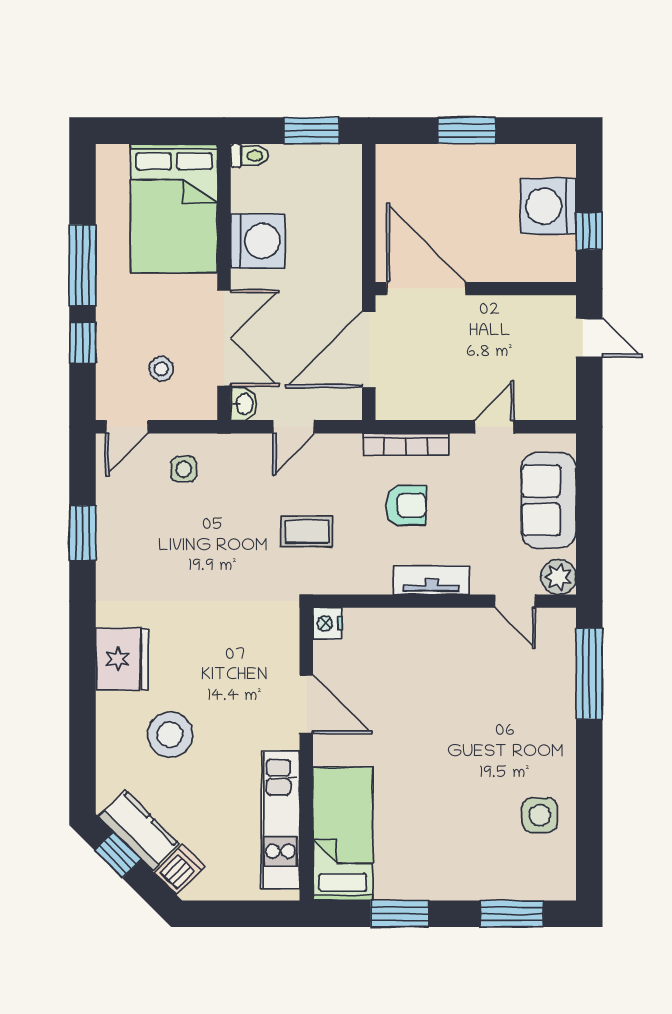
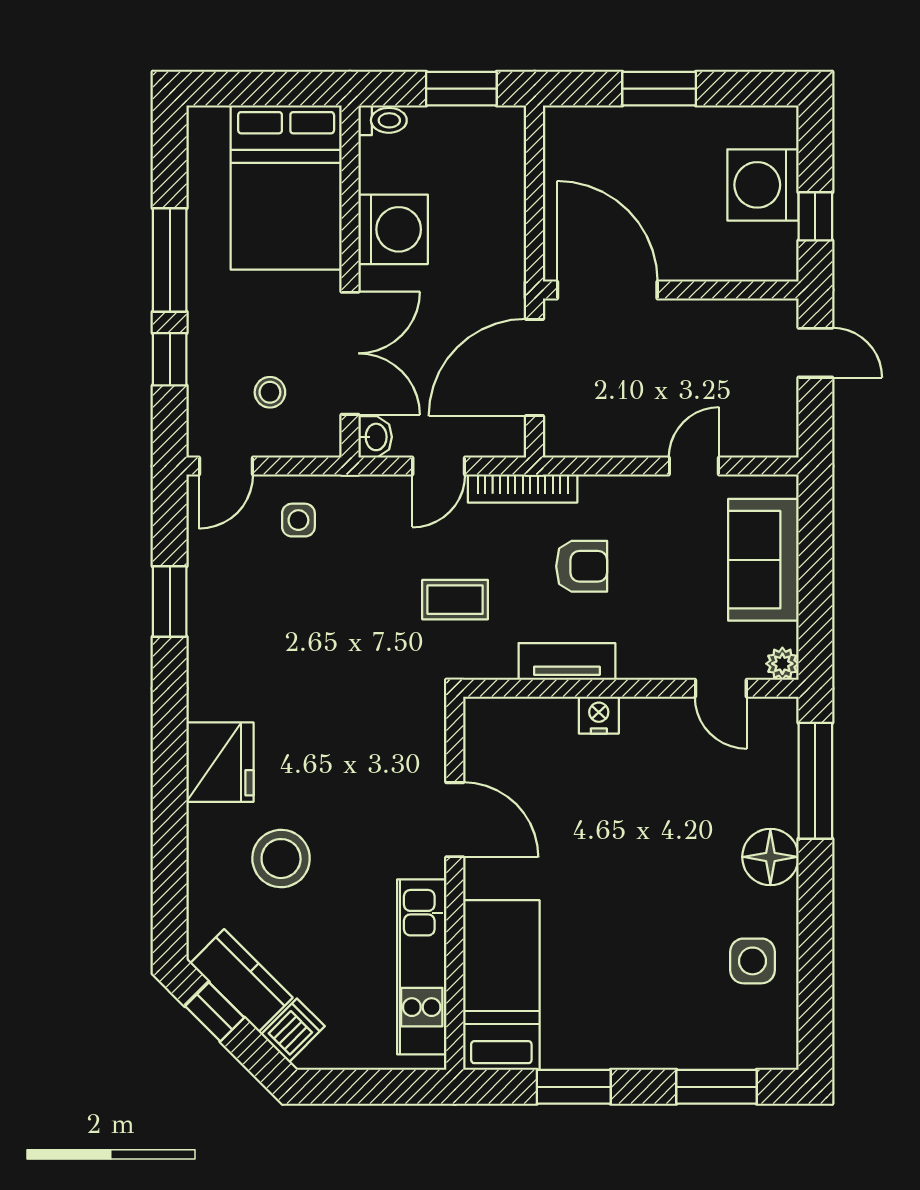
bookcase: (406, 444) -> (523, 489), moved
plant: (559, 577) -> (782, 664), width x0.73, depth x0.73
tv unit: (431, 580) -> (567, 661), moved
nightstand: (327, 623) -> (599, 715), moved, turned 90
floor lamp: (554, 733) -> (770, 857), added

